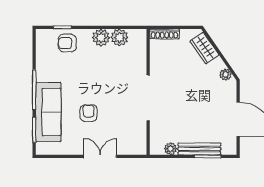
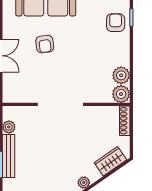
plant: (101, 38) -> (121, 94), moved
armchair: (89, 113) -> (45, 44), turned 82

